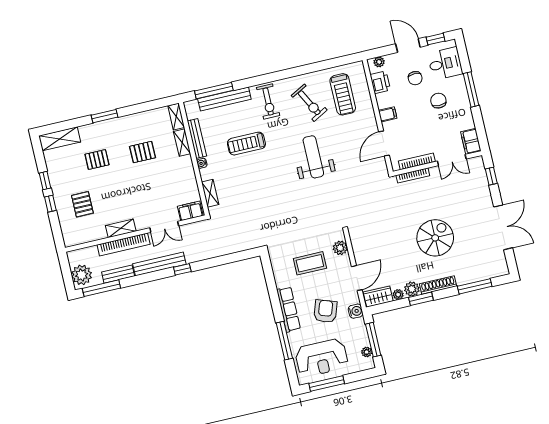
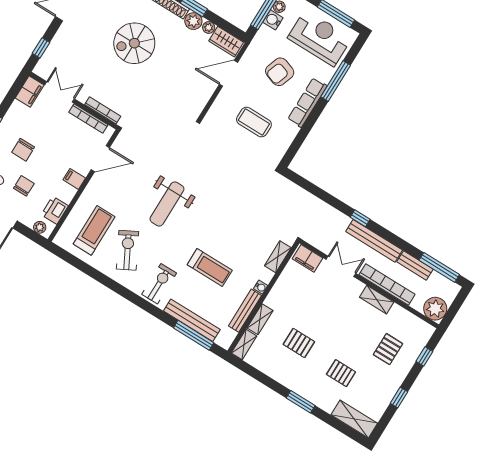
window: (50, 204) -> (424, 356), moved
plant: (340, 248) -> (218, 110), removed
plant: (82, 275) -> (435, 309), moved
water cooler: (356, 311) -> (273, 20), moved

